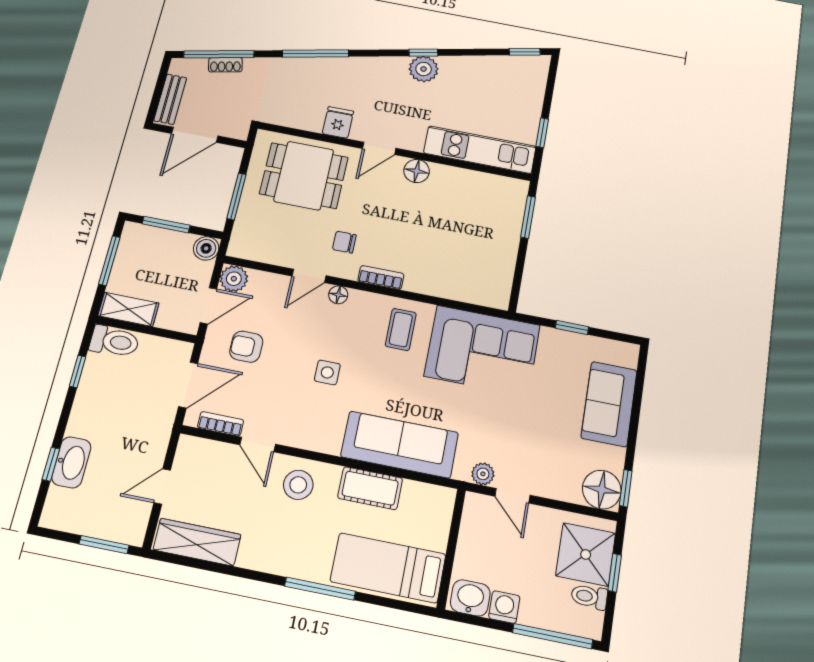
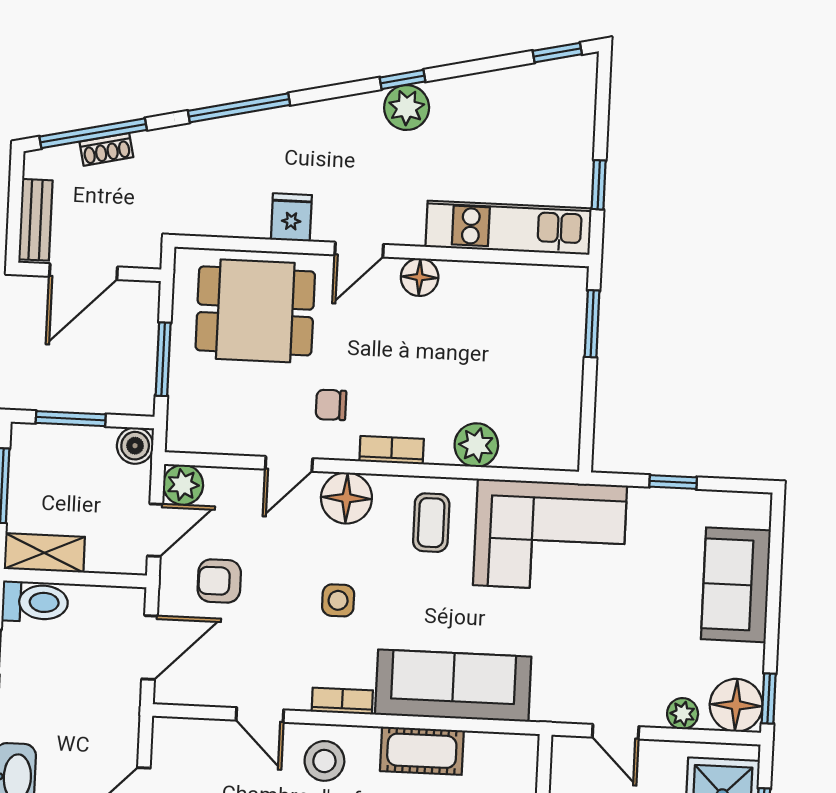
plant: (439, 283) -> (476, 445), added
floor lamp: (338, 295) -> (346, 498), width x1.89, depth x1.89
bookcase: (221, 424) -> (342, 701), moved
plant: (483, 474) -> (683, 714), moved

